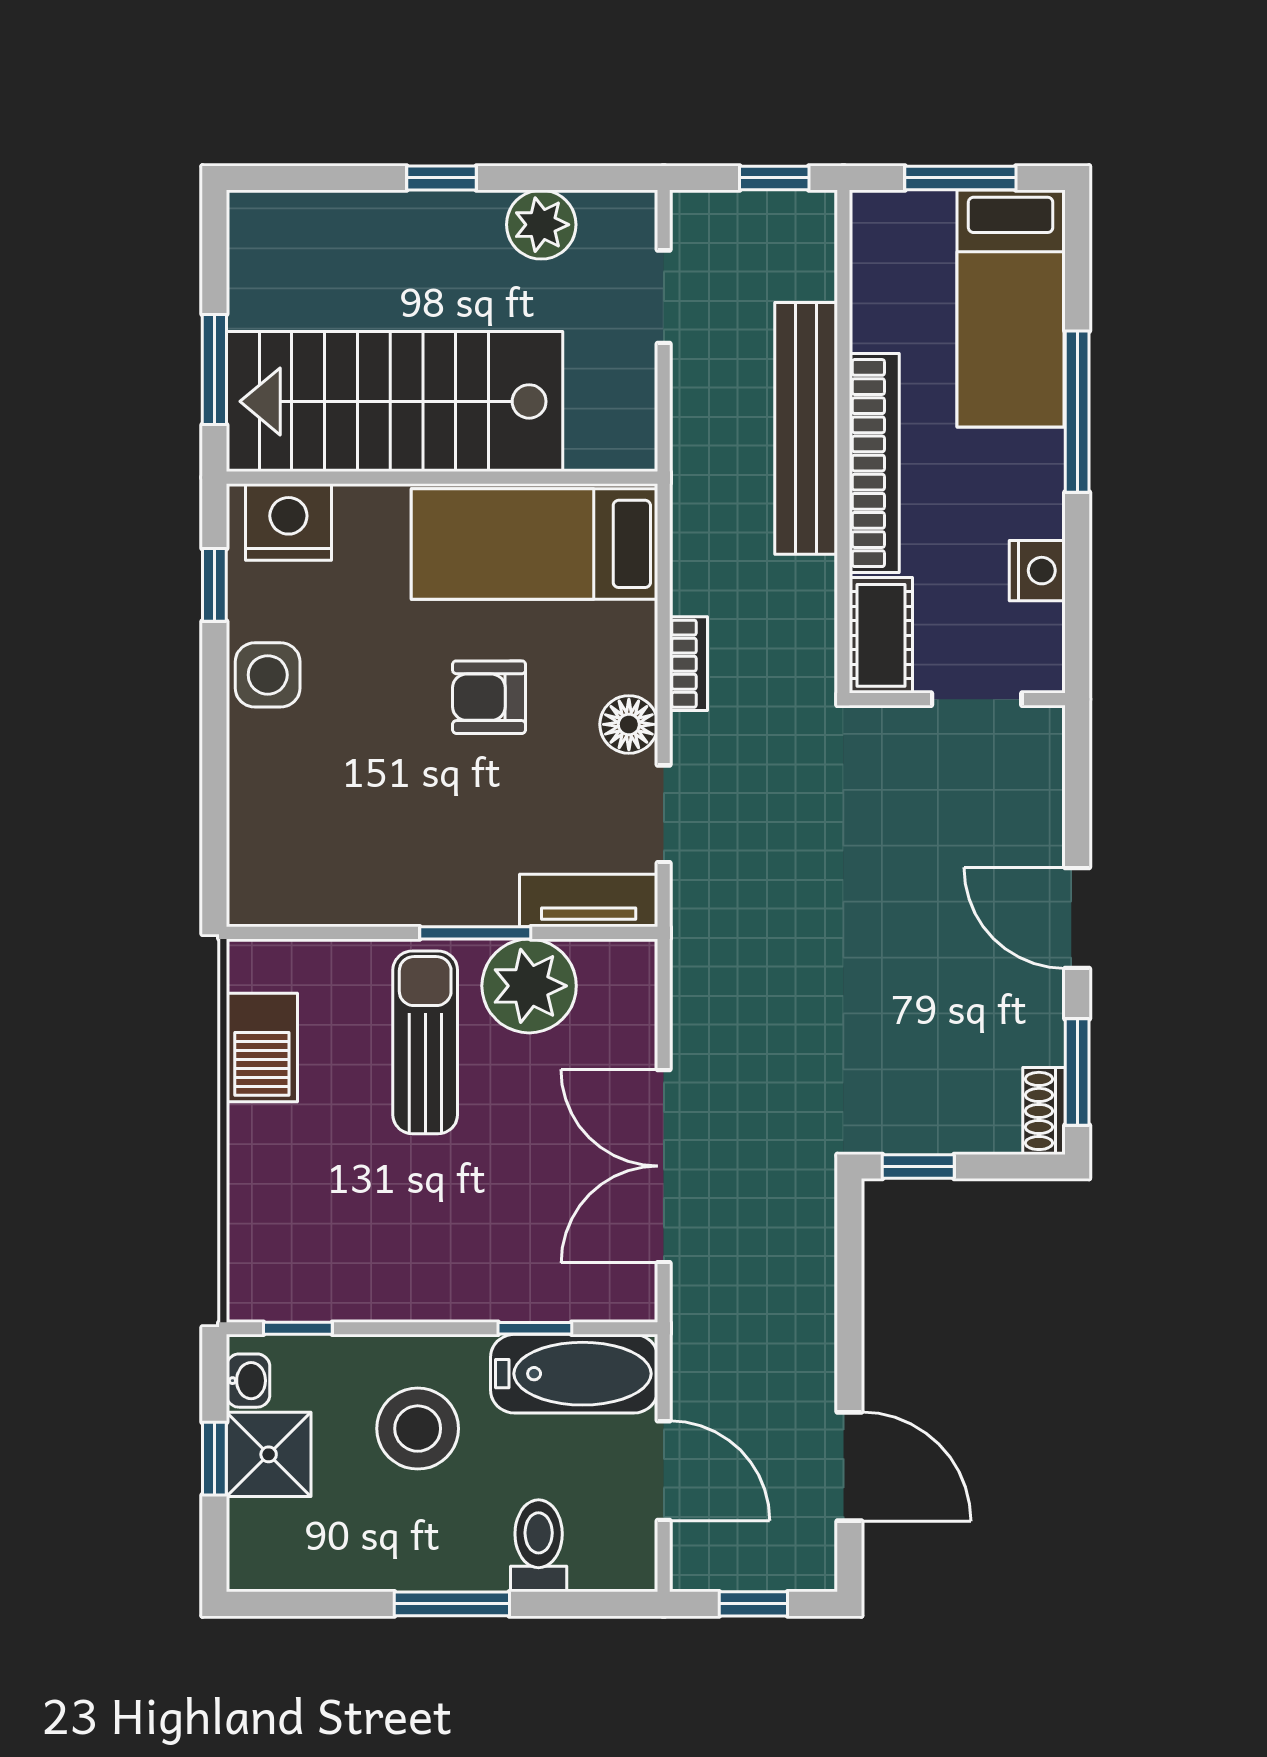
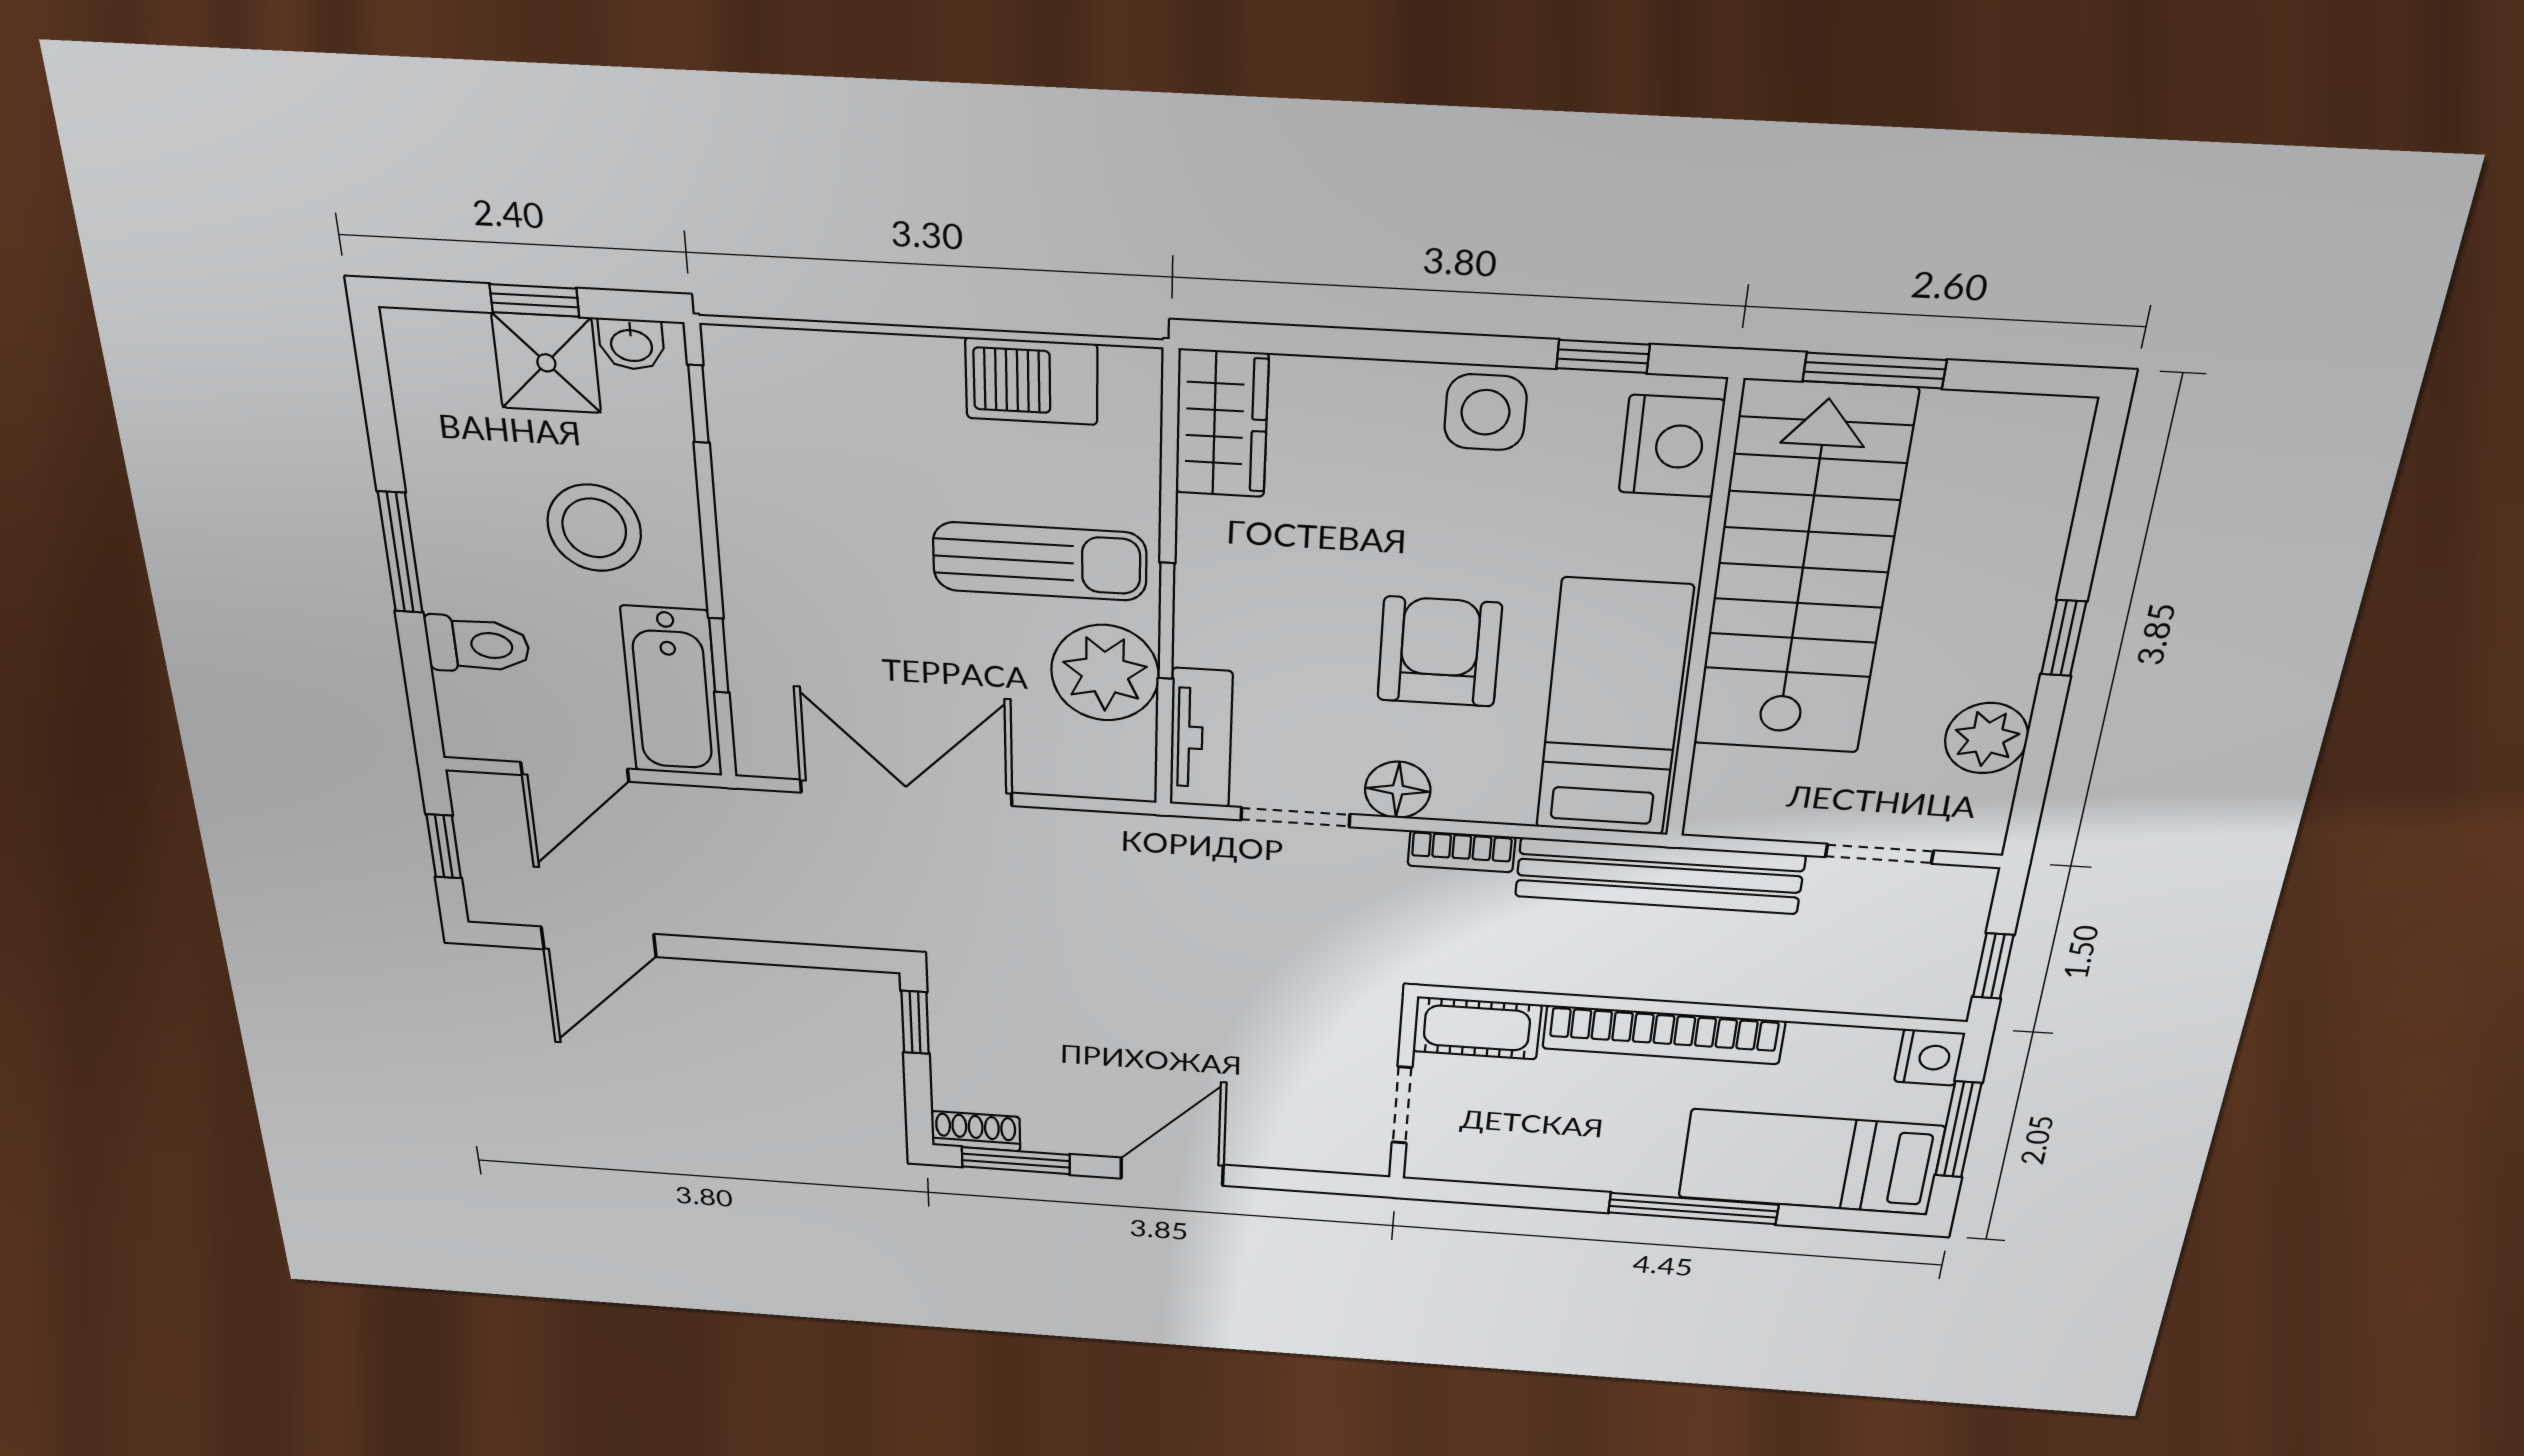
bench: (806, 428) -> (1659, 876), moved
nightstand: (1037, 571) -> (1929, 1057), moved, turned -90
armchair: (489, 697) -> (1439, 652), width x1.38, depth x1.38
wardrobe: (290, 890) -> (1222, 423), added

